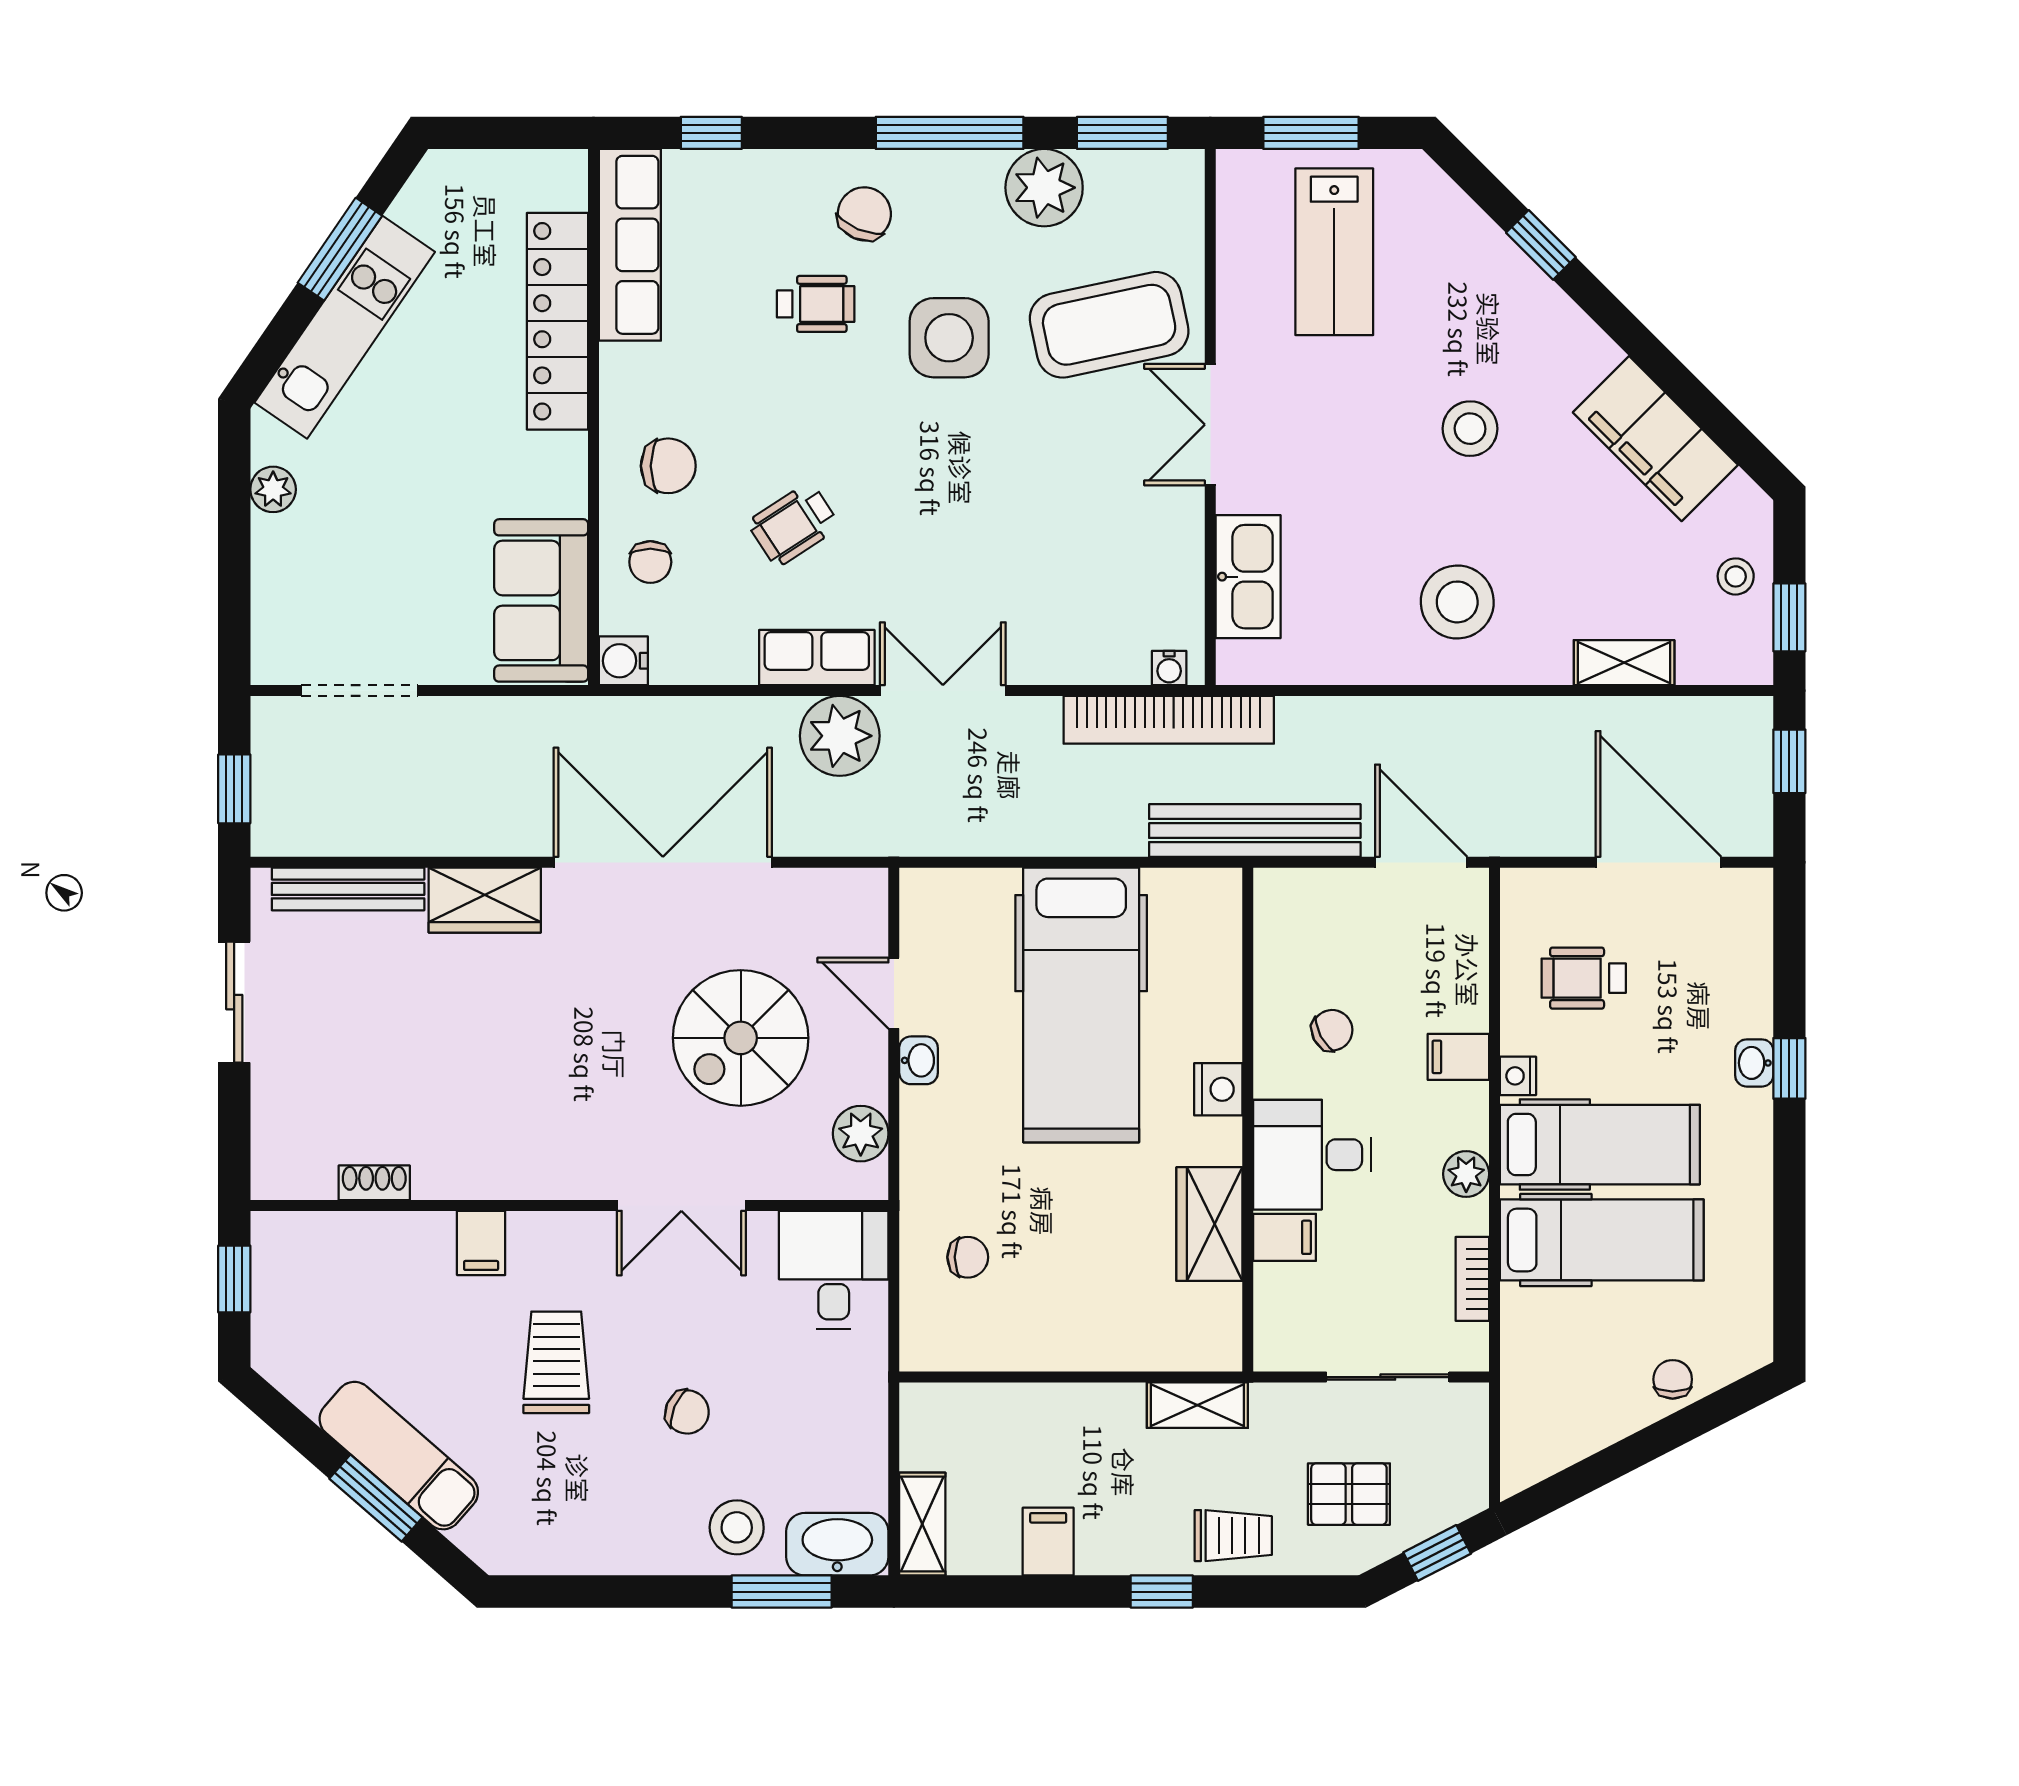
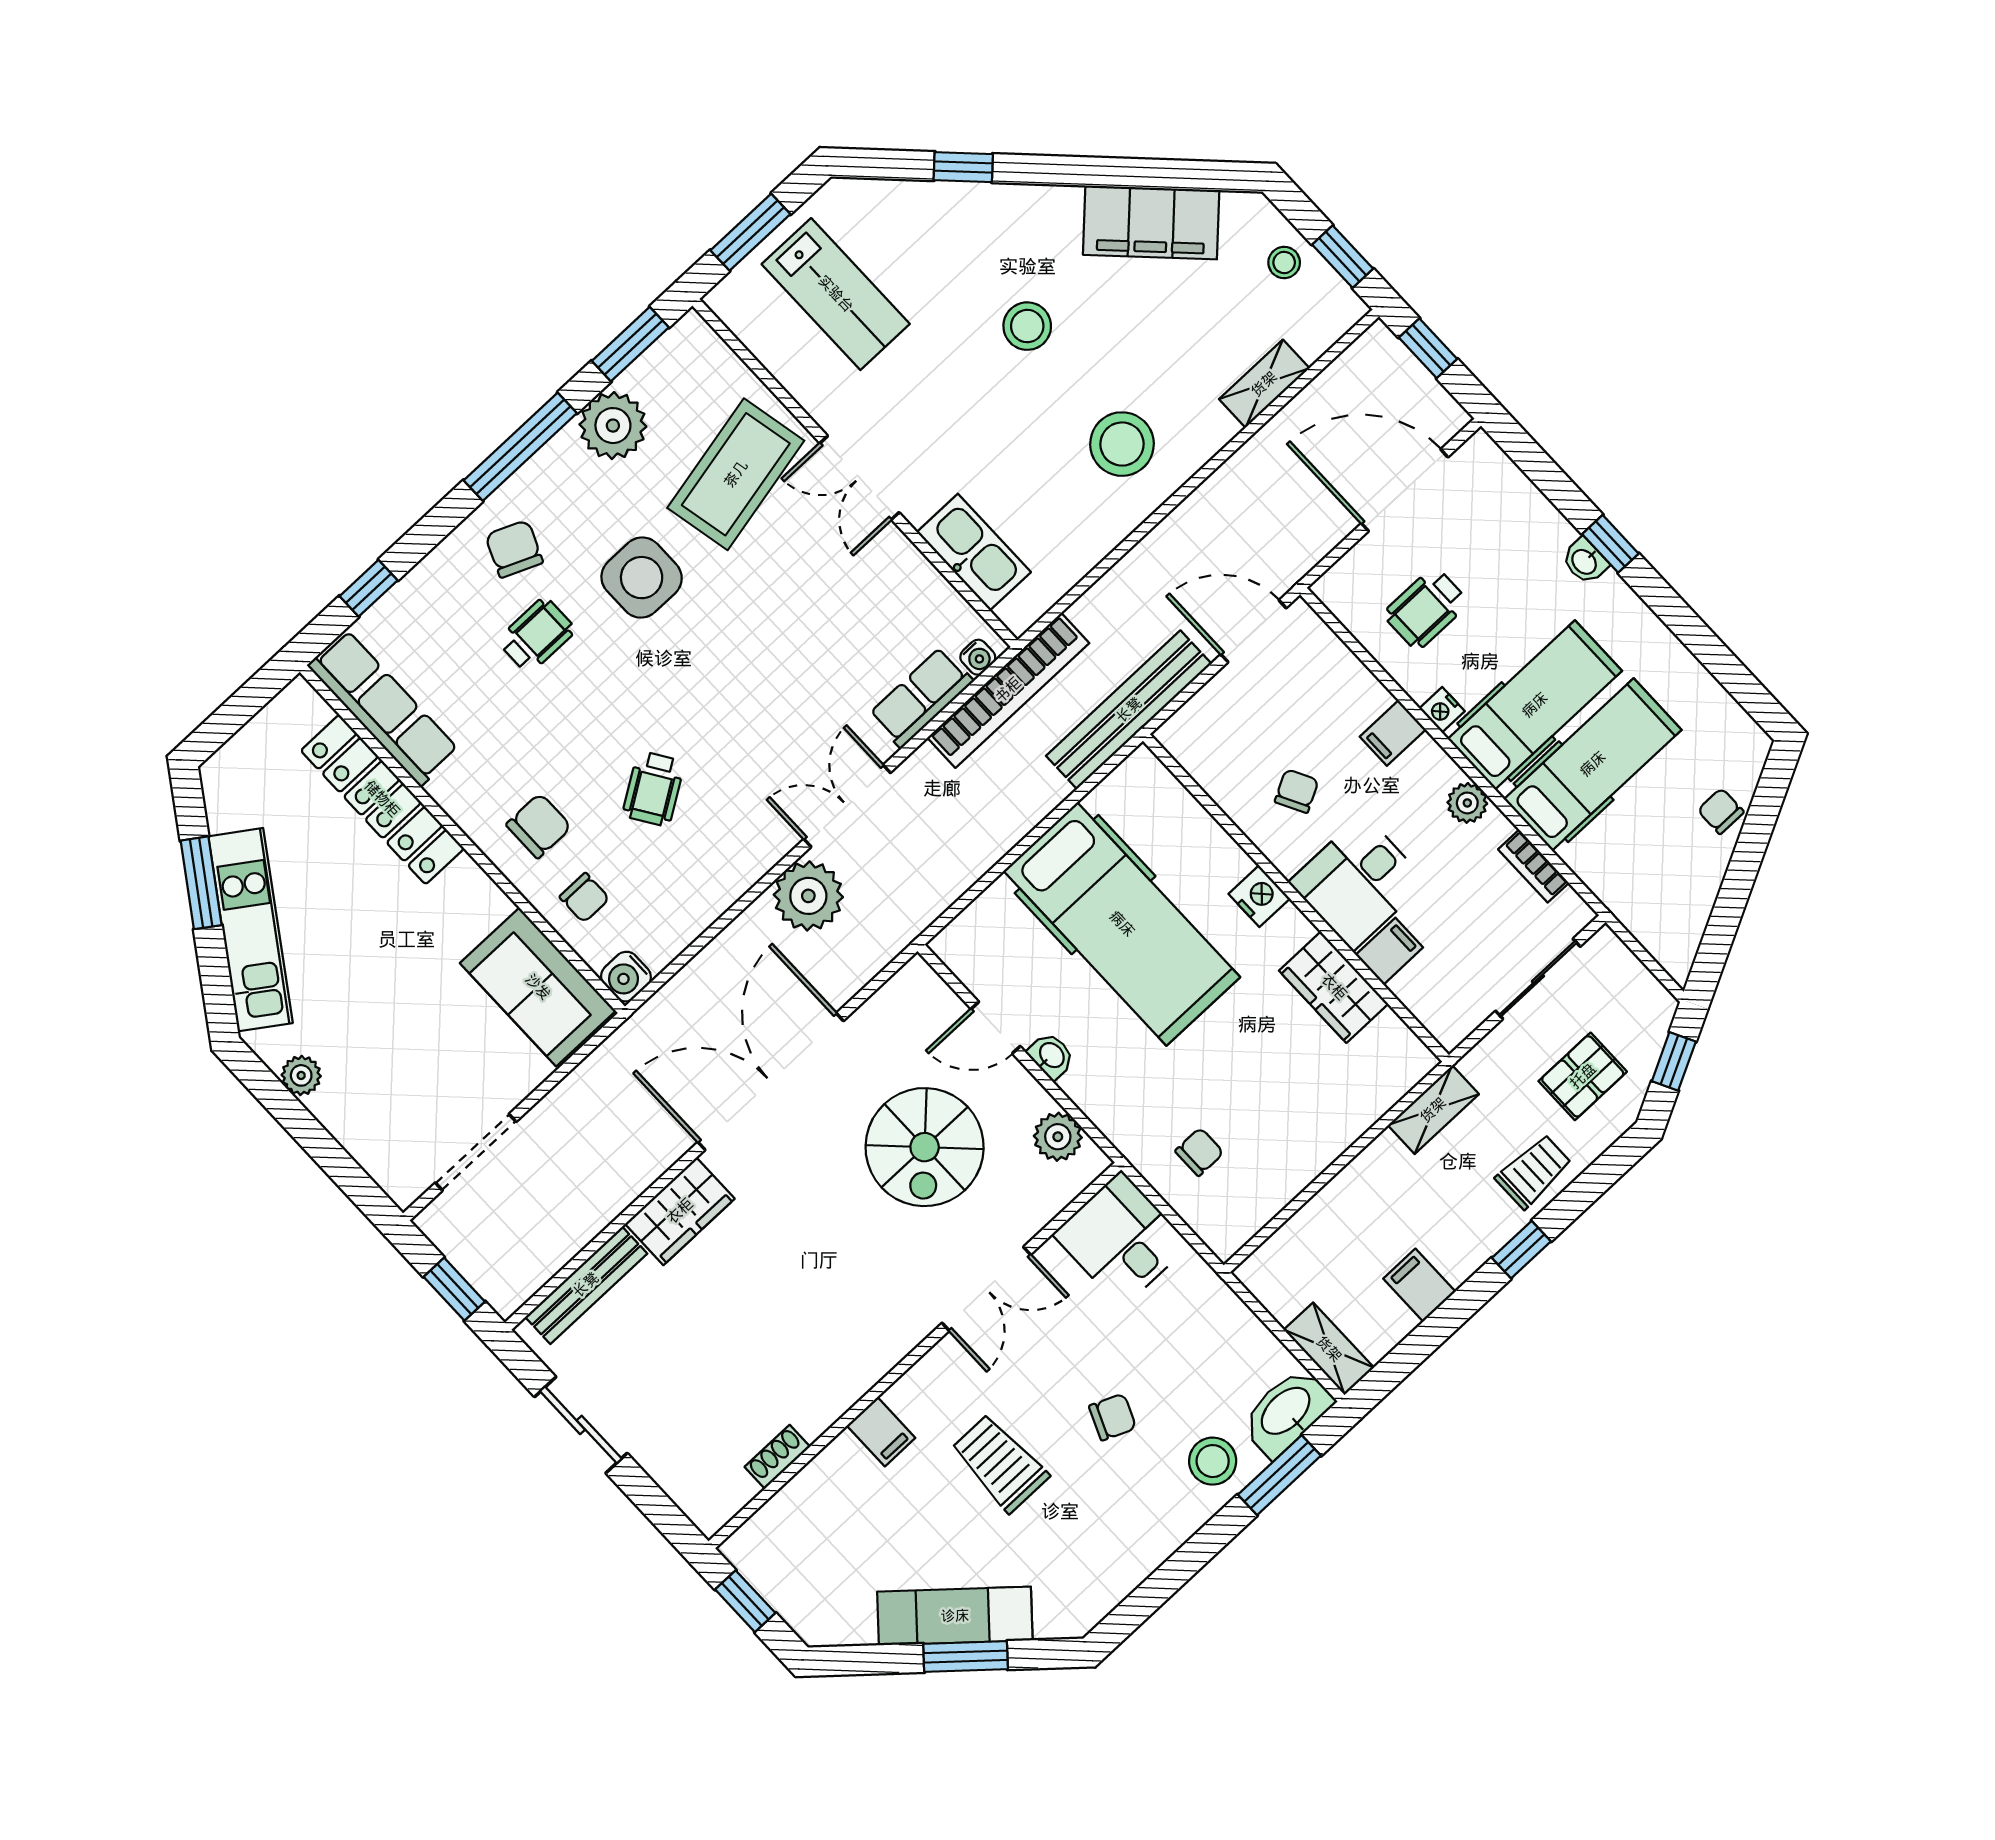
row of seats: (817, 658) -> (921, 698), moved

